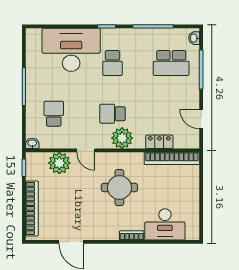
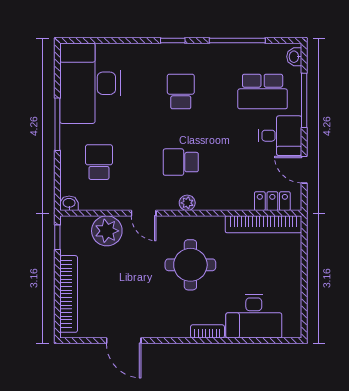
desk: (71, 50) -> (90, 83), moved, turned -90
school desk: (112, 63) -> (181, 92), turned 180
desk: (184, 95) -> (280, 136), added
plant: (122, 138) -> (187, 203), width x0.53, depth x0.53
locker: (159, 142) -> (272, 201), moved

